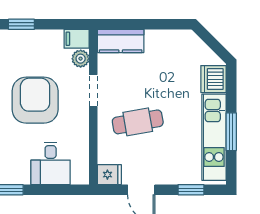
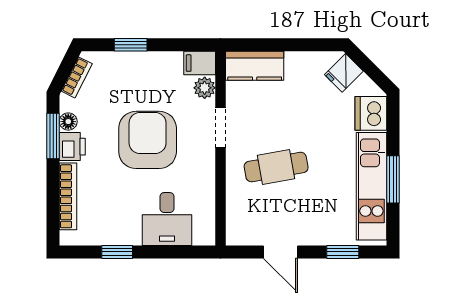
fridge: (109, 175) -> (344, 73), moved, turned 135

